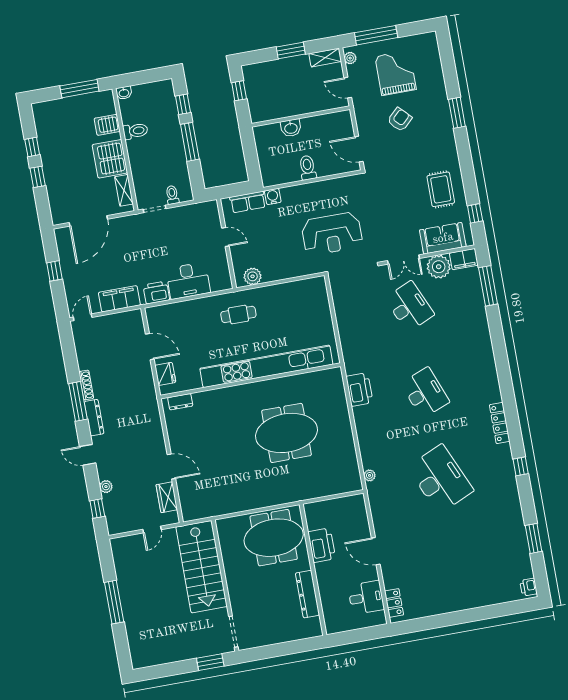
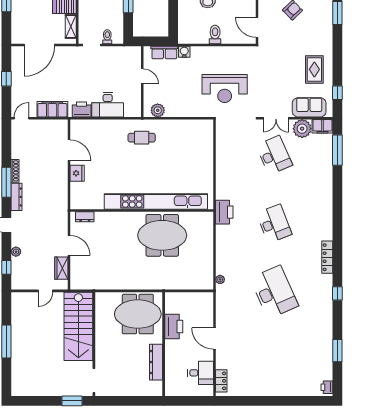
kitchen unit: (266, 366) -> (156, 202), moved
wall: (251, 381) -> (142, 211), moved
dresser: (180, 402) -> (85, 217), moved

